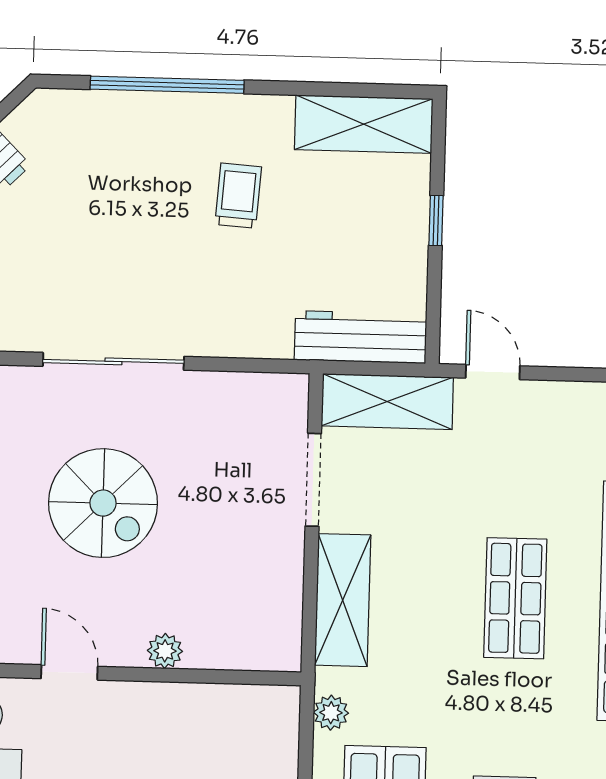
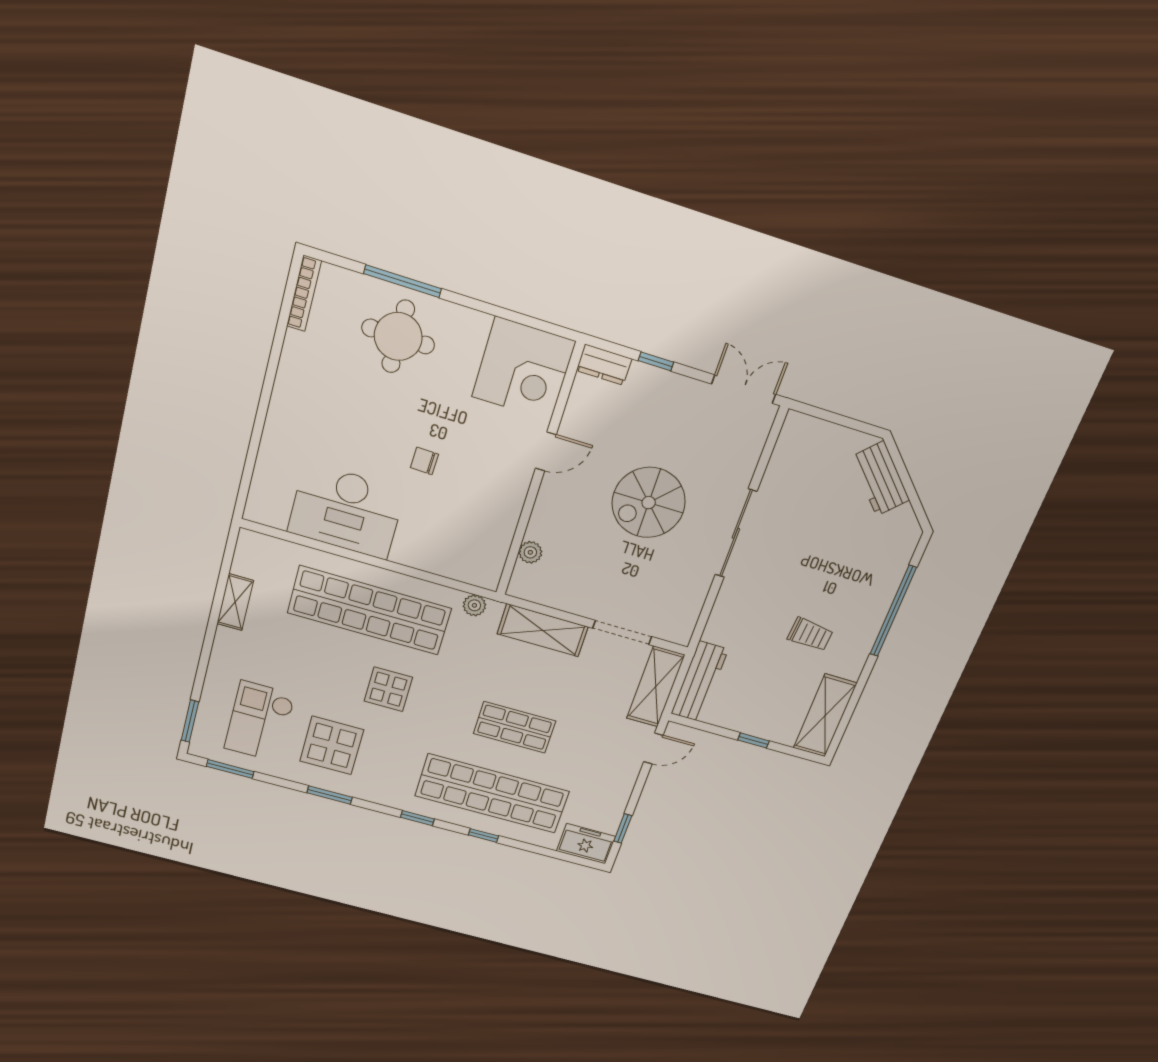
plant: (165, 651) -> (530, 552), moved

